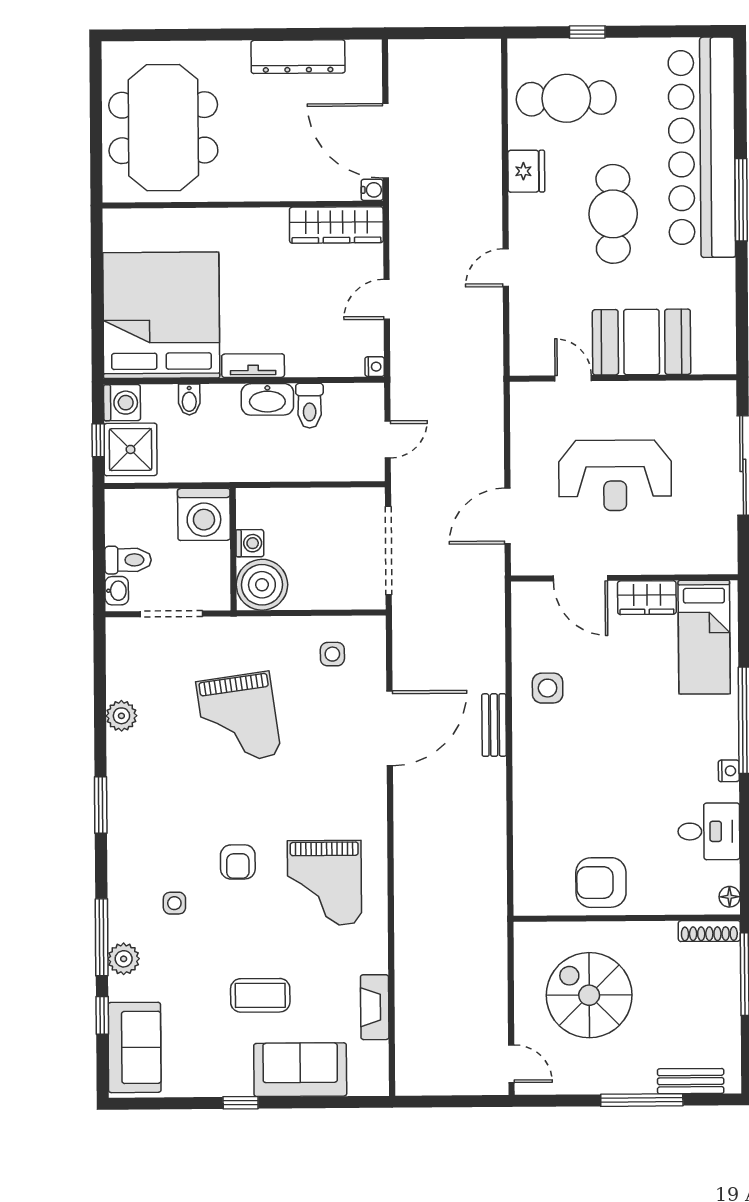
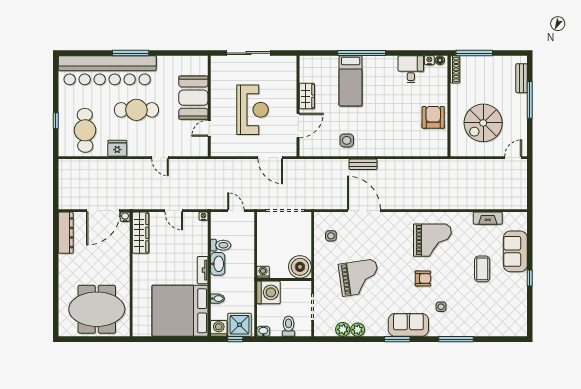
dresser: (298, 57) -> (66, 233), moved
washing machine: (250, 543) -> (263, 272), moved
washbasin: (117, 591) -> (263, 331), moved
bed: (704, 637) -> (351, 81), moved, turned 90
nightstand: (729, 771) -> (429, 60), moved
armchair: (601, 883) -> (433, 117), turned 180
plant: (124, 959) -> (343, 329), moved
window: (102, 1015) -> (491, 339), removed
sofa: (134, 1047) -> (408, 325), moved

